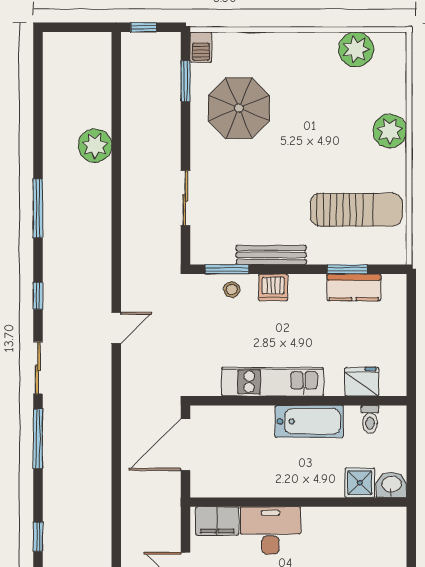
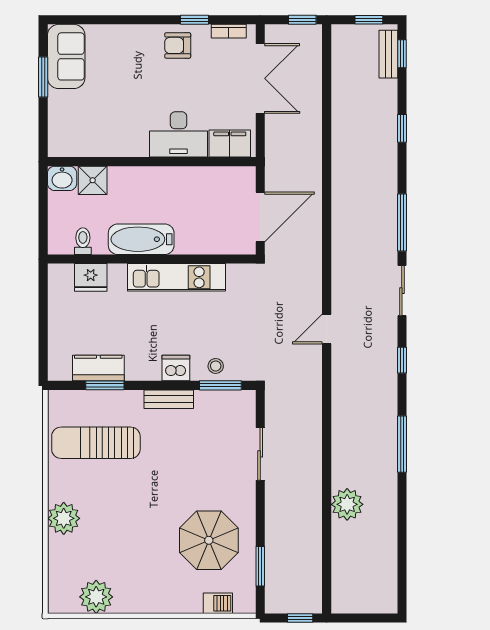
barbecue: (201, 47) -> (218, 603), moved, turned 90
bench: (271, 255) -> (169, 399), width x0.73

